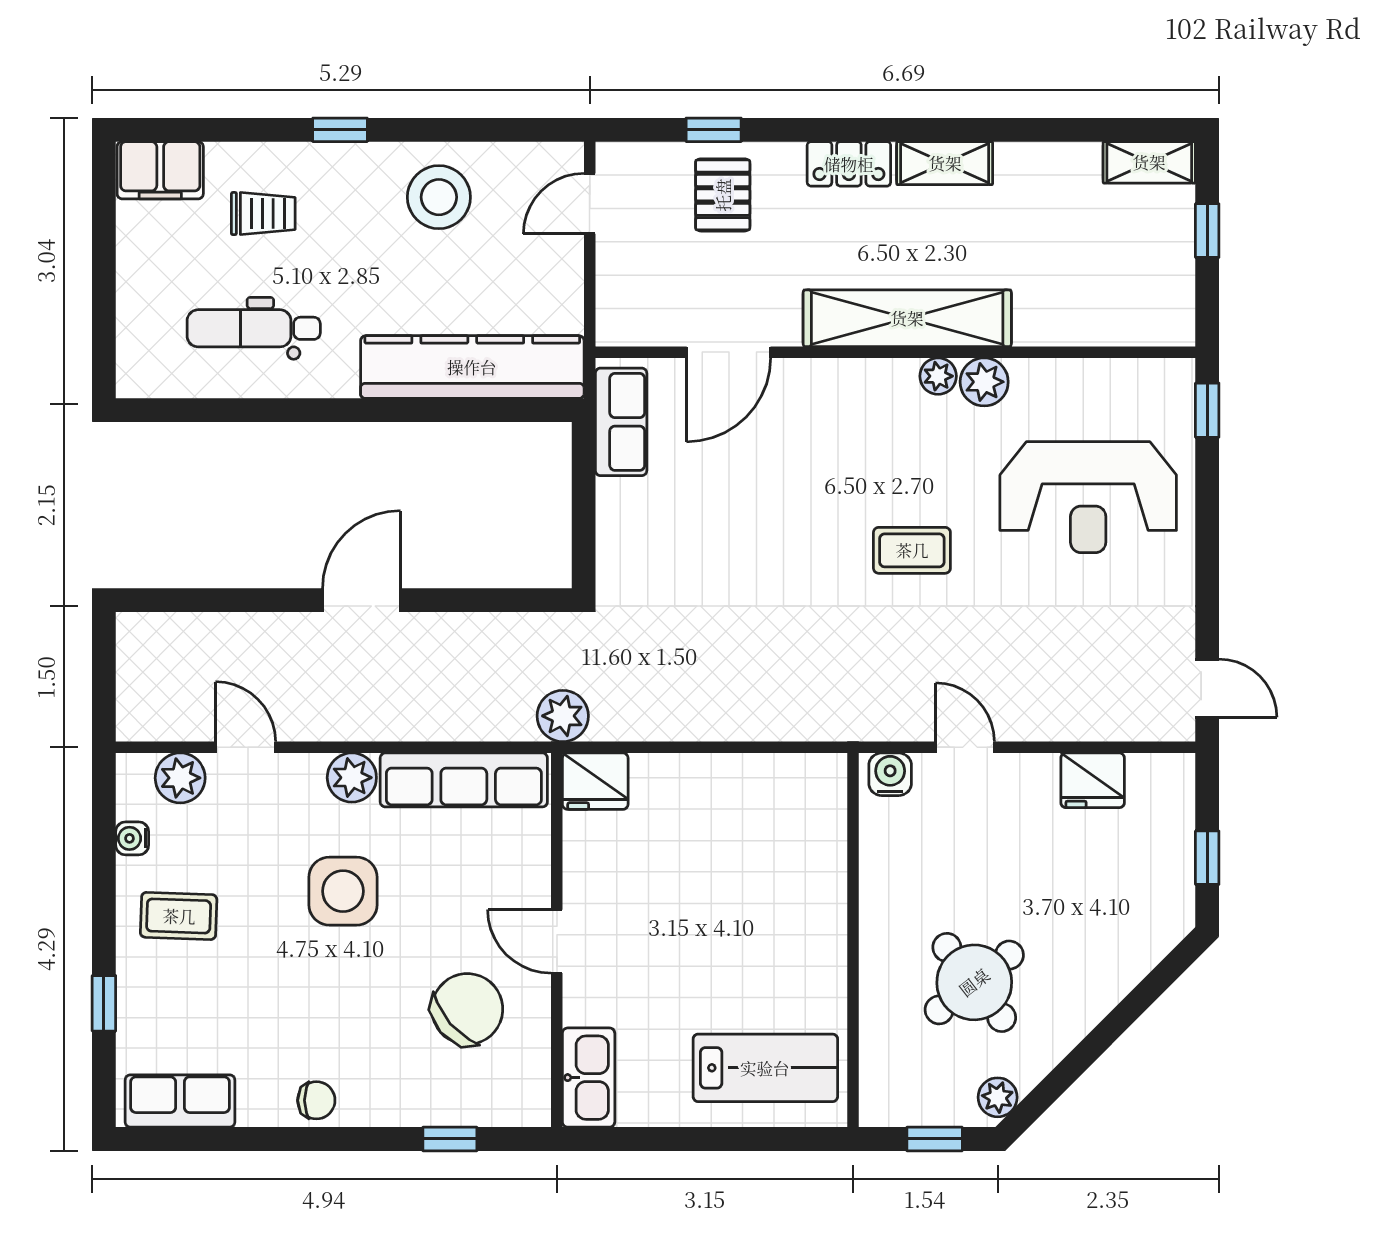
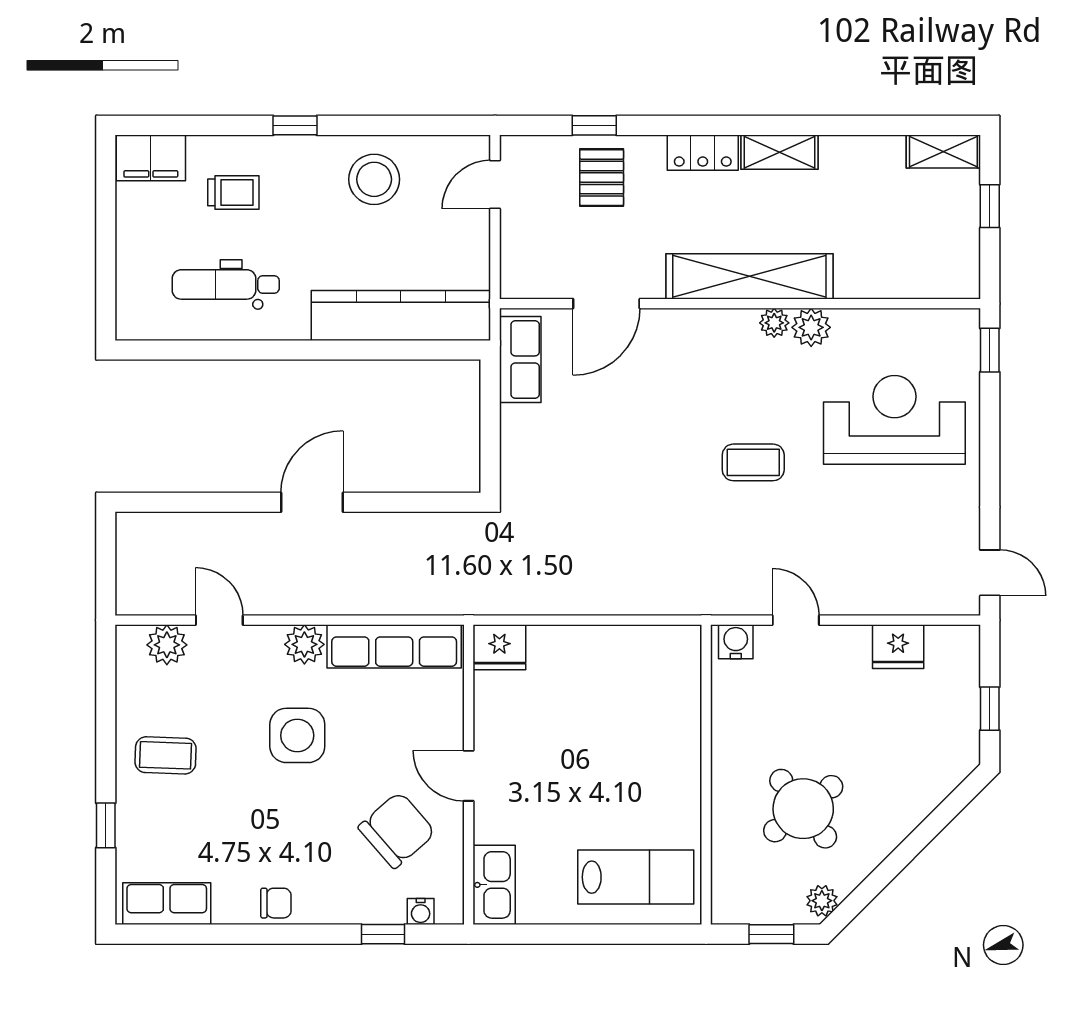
reception desk: (1088, 497) -> (894, 420), turned 180
plant: (563, 716) -> (473, 595), removed
water cooler: (132, 838) -> (421, 912), moved, turned -90

